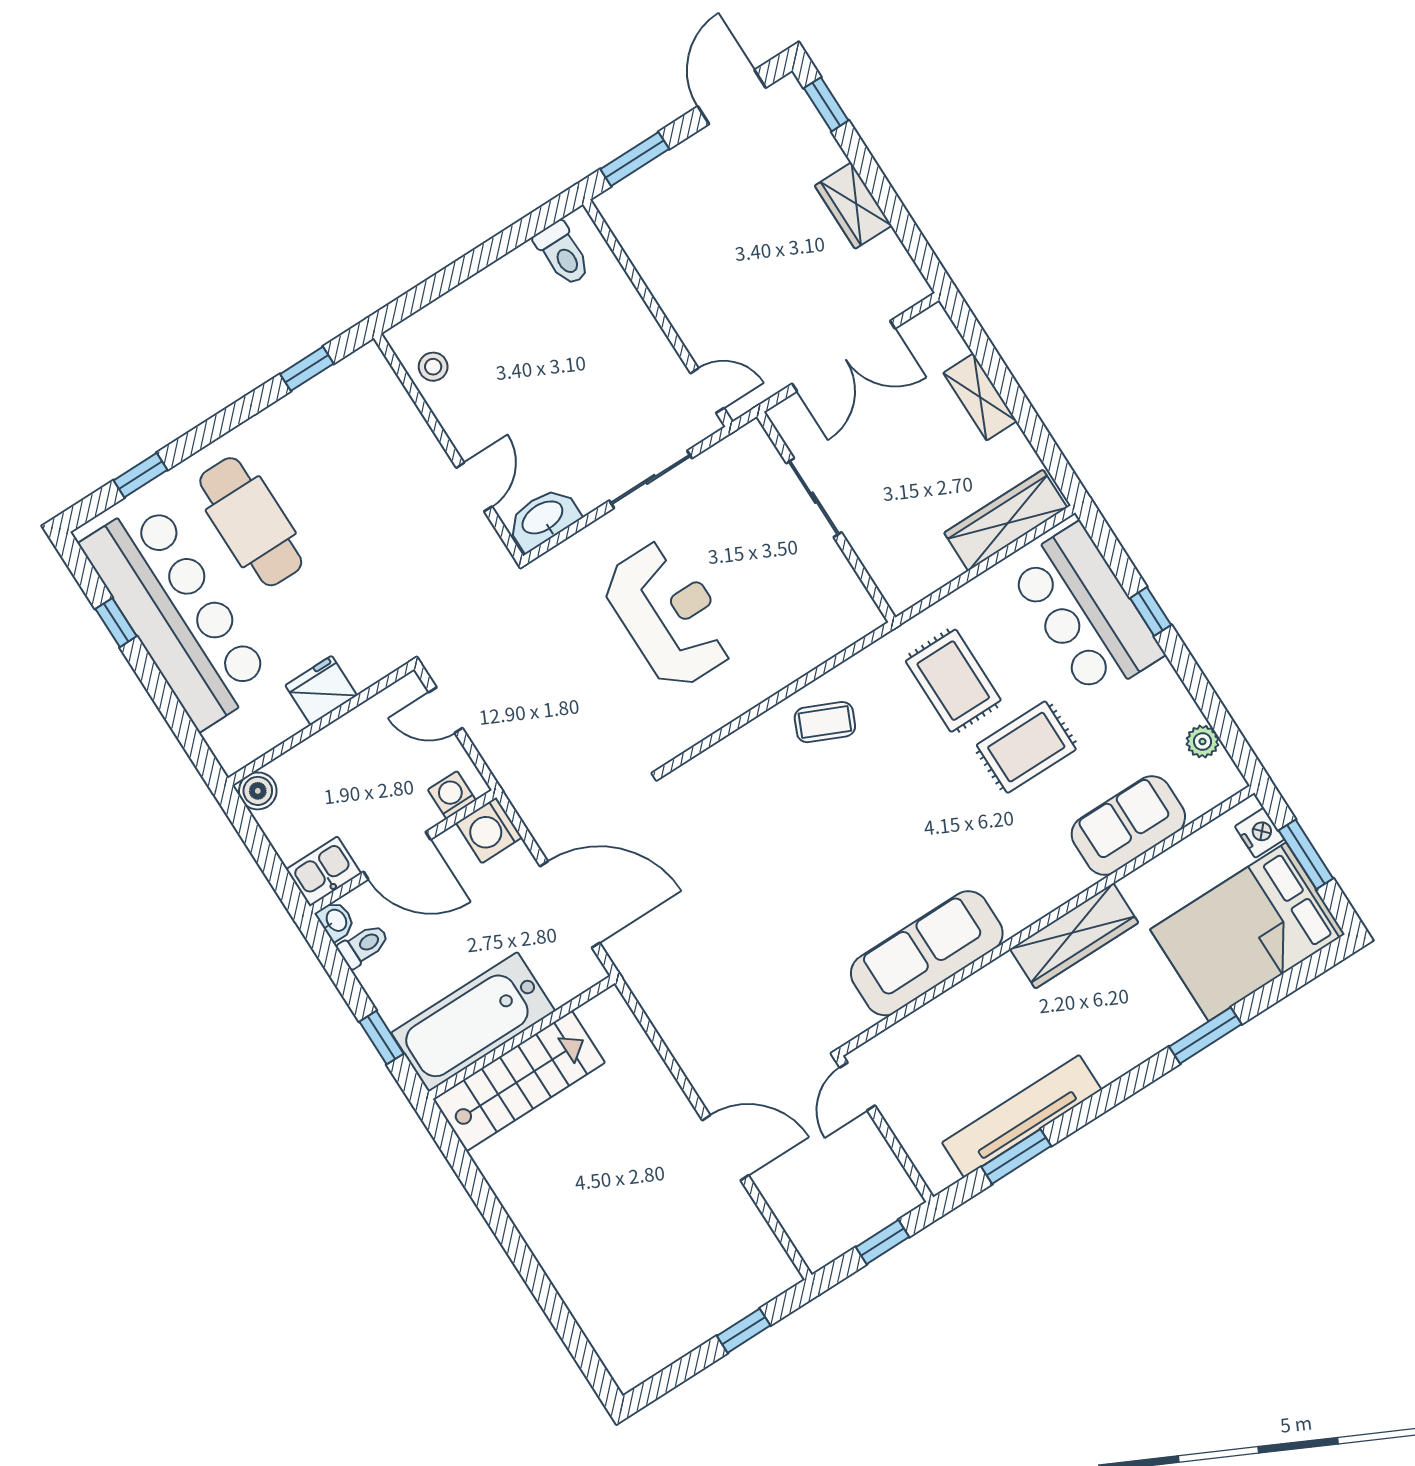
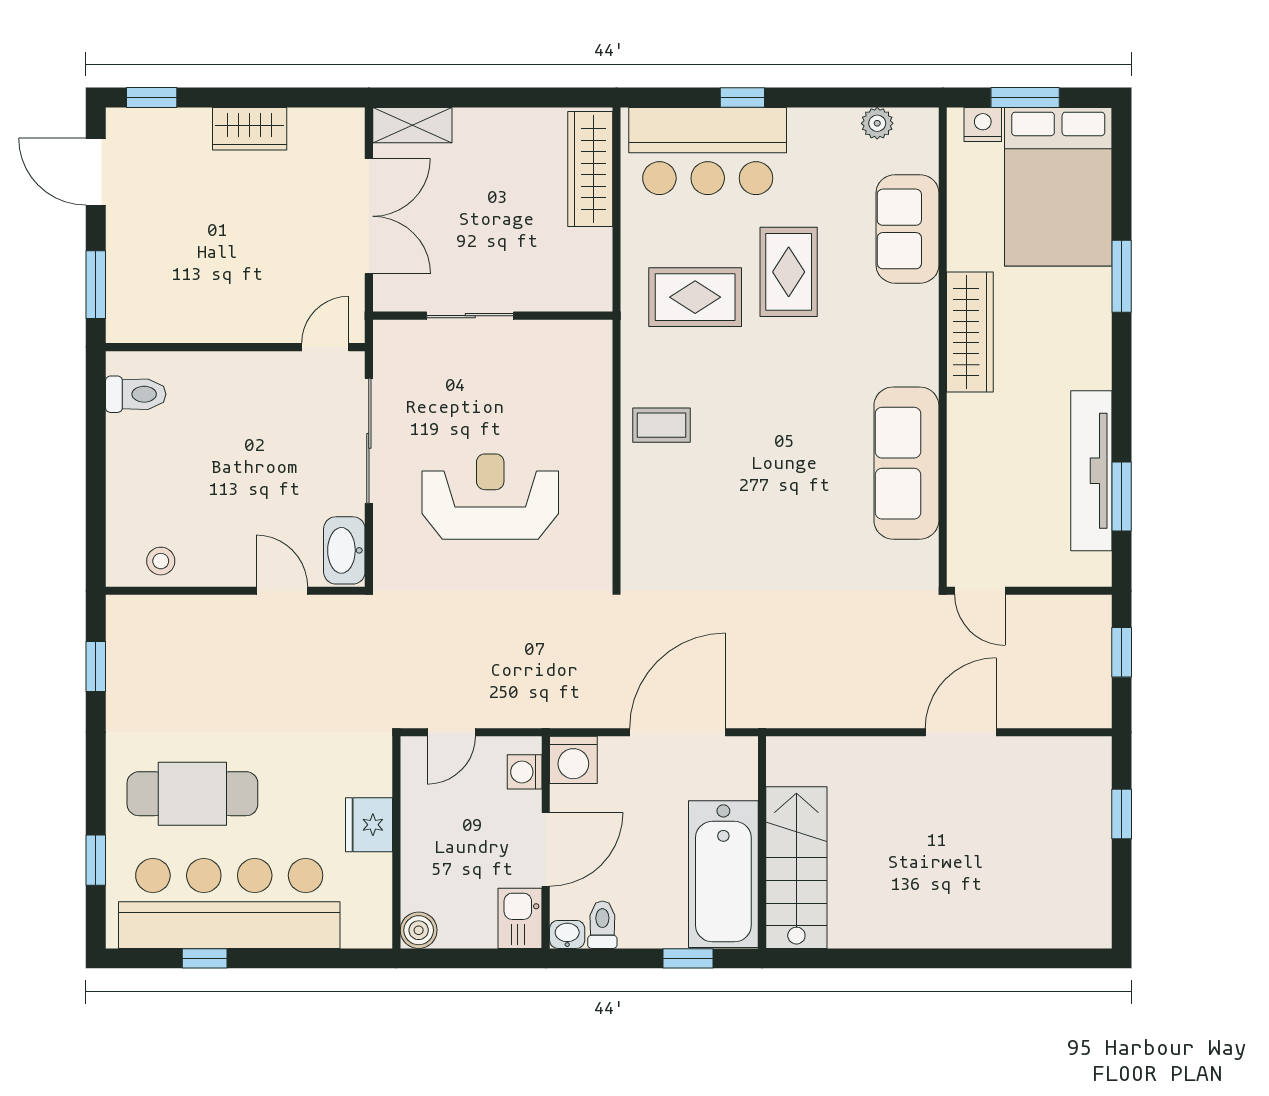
shelving: (980, 397) -> (412, 125), moved
sliding door: (651, 479) -> (369, 441), width x1.37
coffee table: (825, 722) -> (662, 425), turned 66

